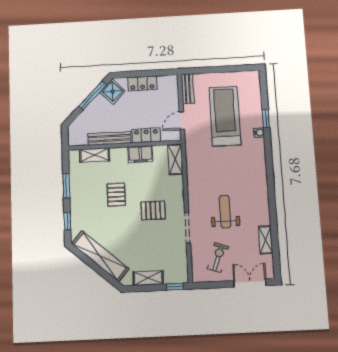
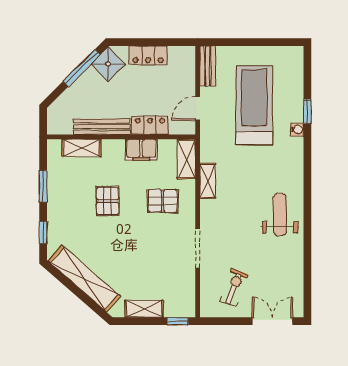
pallet: (153, 210) -> (163, 201), moved
weight bench: (225, 212) -> (280, 215), moved
shelving: (266, 240) -> (208, 181), moved

